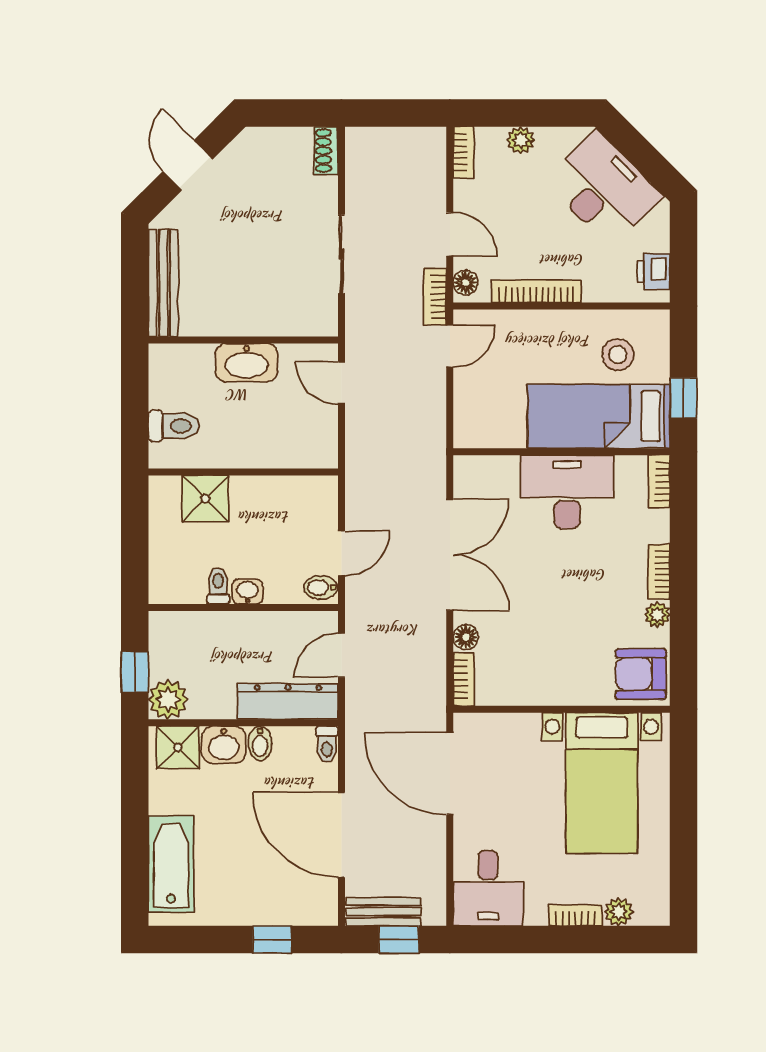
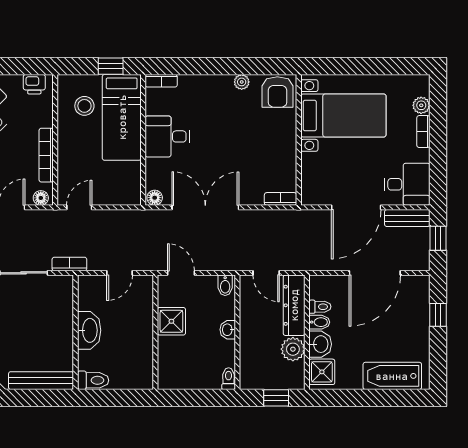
bookcase: (435, 297) -> (69, 264), moved, turned 180
door: (450, 346) -> (79, 207), hinge flipped
door: (341, 383) -> (120, 273), moved
toilet: (174, 426) -> (93, 380), moved, turned 90
desk: (567, 492) -> (167, 136), width x0.73
shower: (205, 499) -> (171, 321), moved
door: (341, 553) -> (181, 273), moved
bookcase: (659, 572) -> (216, 81), removed
toilet: (218, 586) -> (229, 379), moved, turned 90
floor lamp: (466, 637) -> (155, 198), moved
plant: (168, 700) -> (293, 349), moved
toilet: (327, 744) -> (320, 307), moved
door: (450, 774) -> (356, 207), moved
bench: (384, 912) -> (407, 218), moved, turned 90

